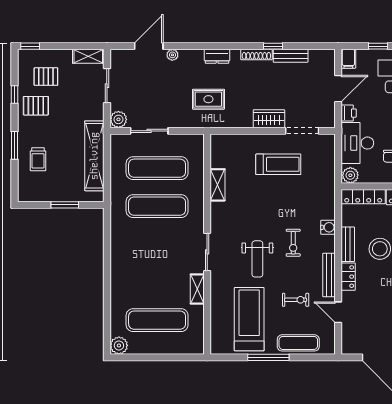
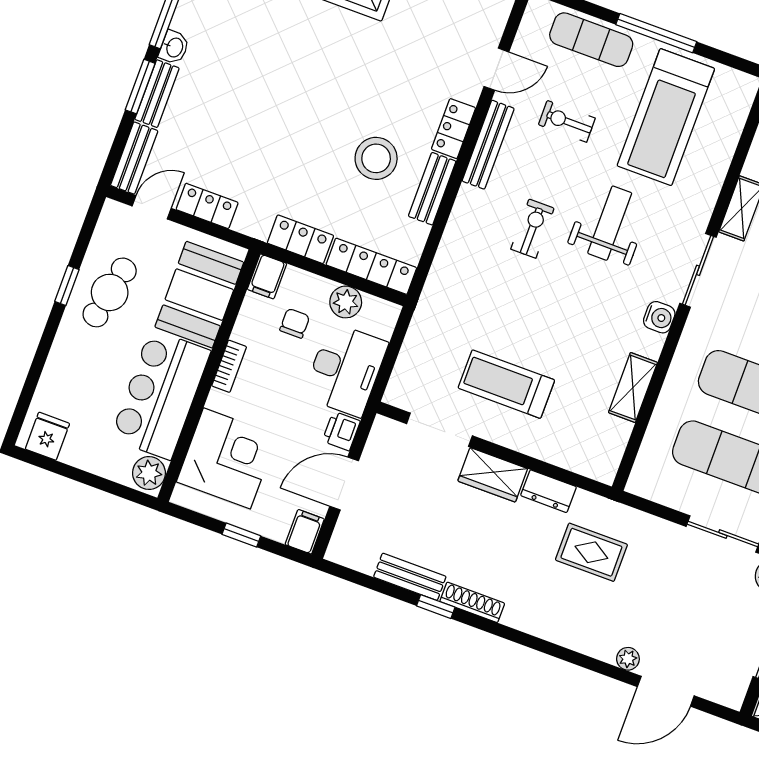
dresser: (217, 56) -> (548, 491), moved, turned 180
plant: (350, 175) -> (346, 302), moved
water cooler: (328, 227) -> (659, 317), moved, turned 180
door: (338, 312) -> (496, 69), hinge flipped

